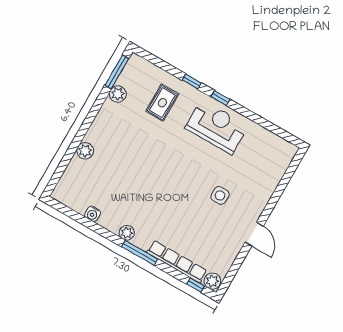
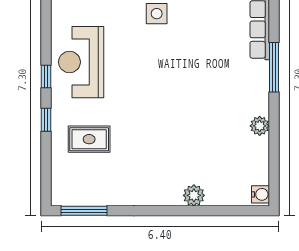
plant: (118, 94) -> (108, 195), removed
water cooler: (93, 214) -> (260, 194), moved
plant: (127, 233) -> (260, 126), moved

